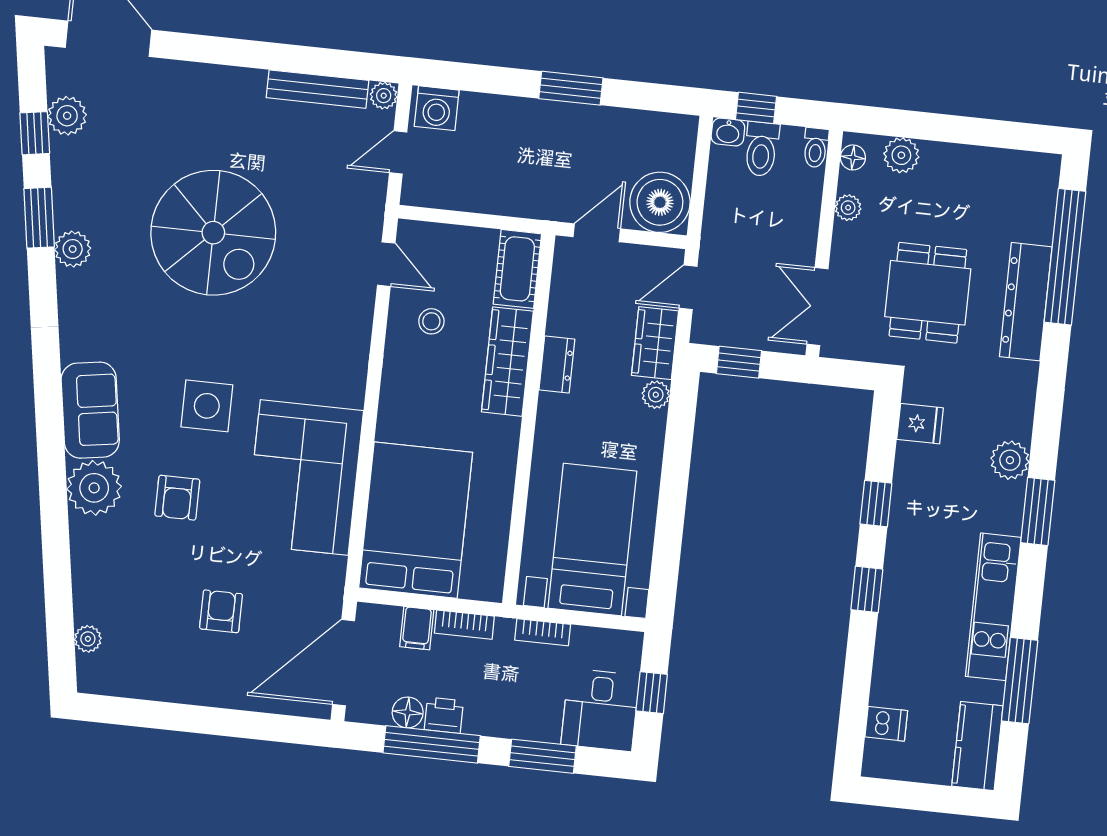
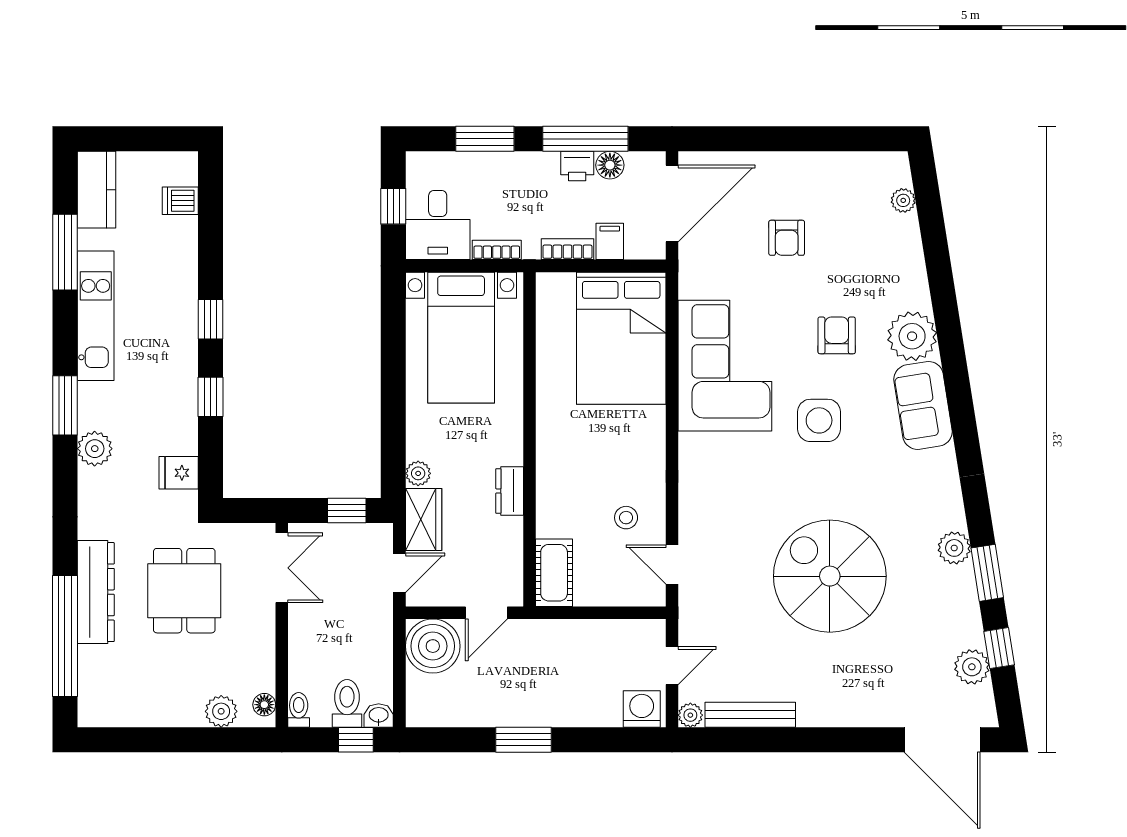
plant: (848, 208) -> (264, 659), removed
wardrobe: (507, 362) -> (554, 489), removed
desk: (600, 710) -> (438, 225), moved, turned 180

